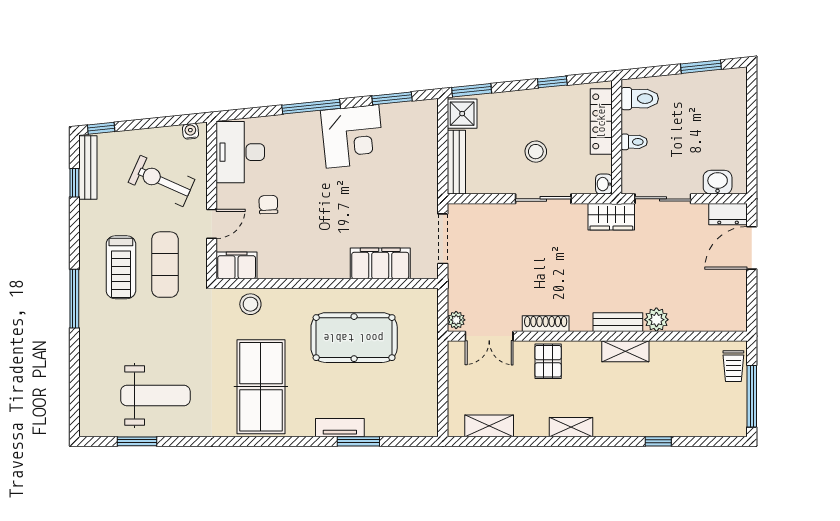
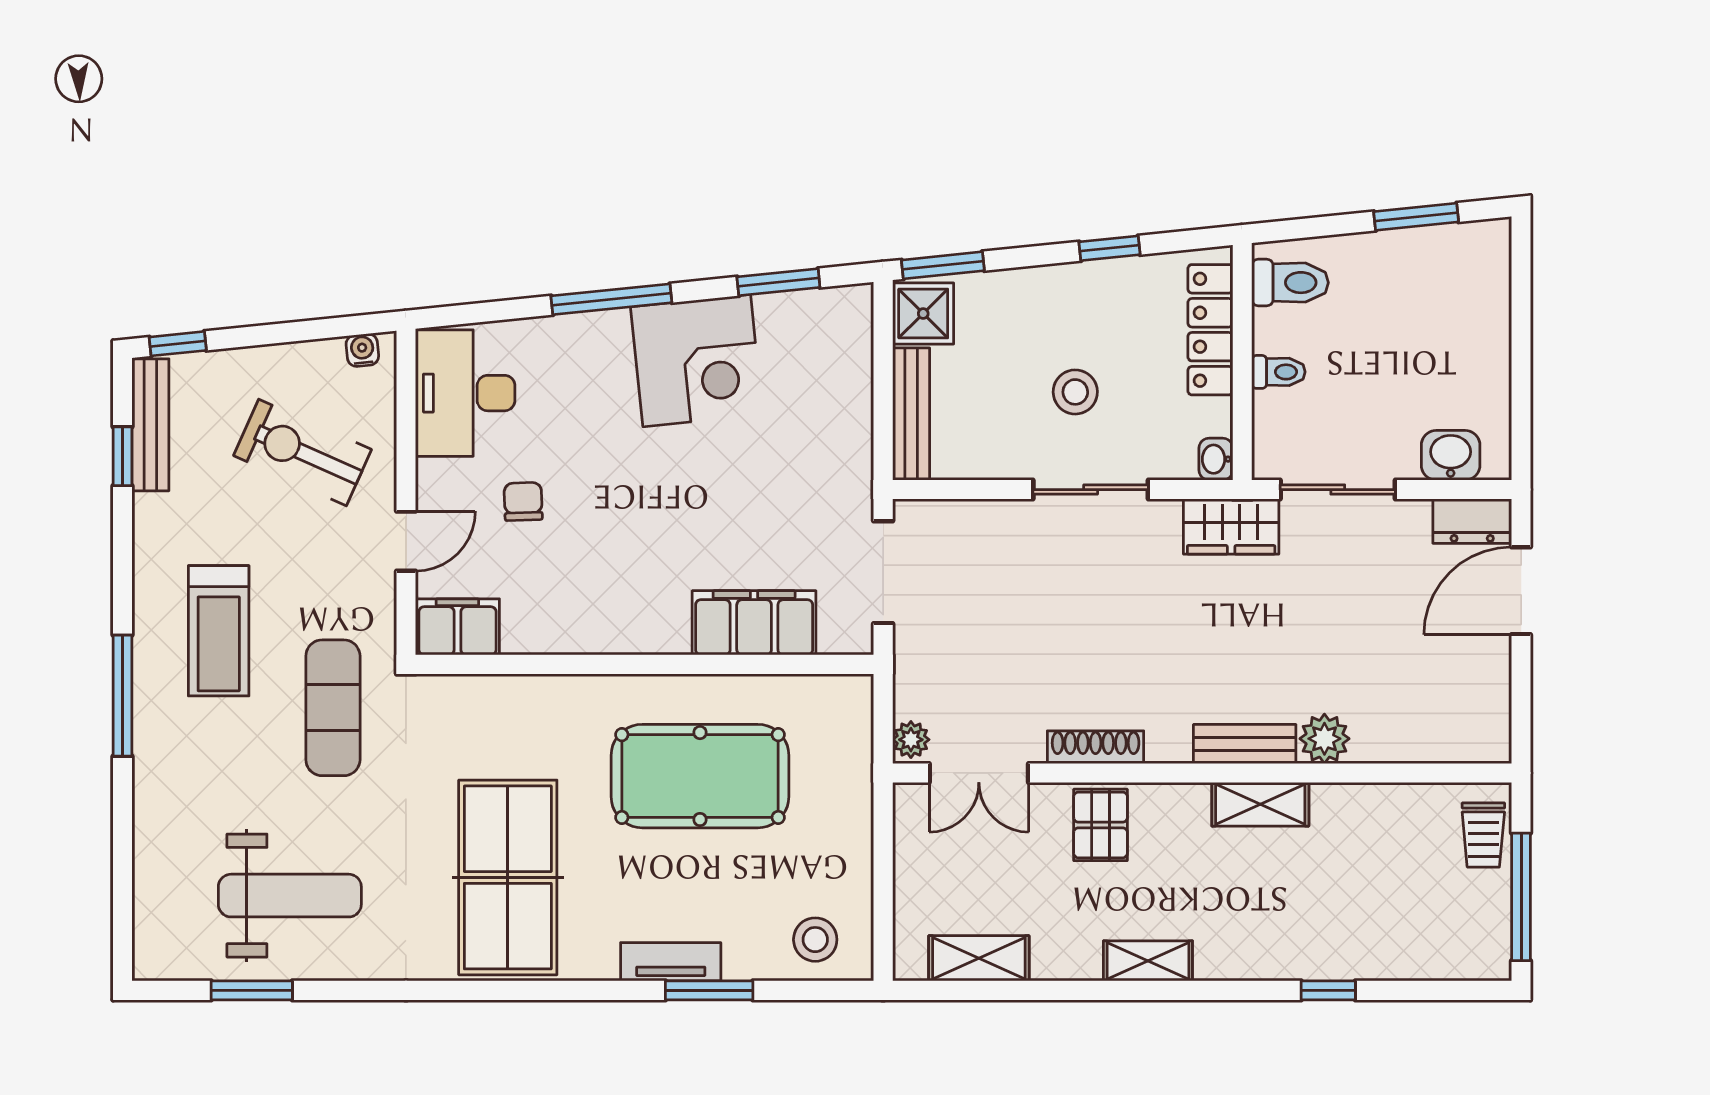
exercise mat: (165, 265) -> (333, 708), moved
stool: (250, 304) -> (815, 940), moved

